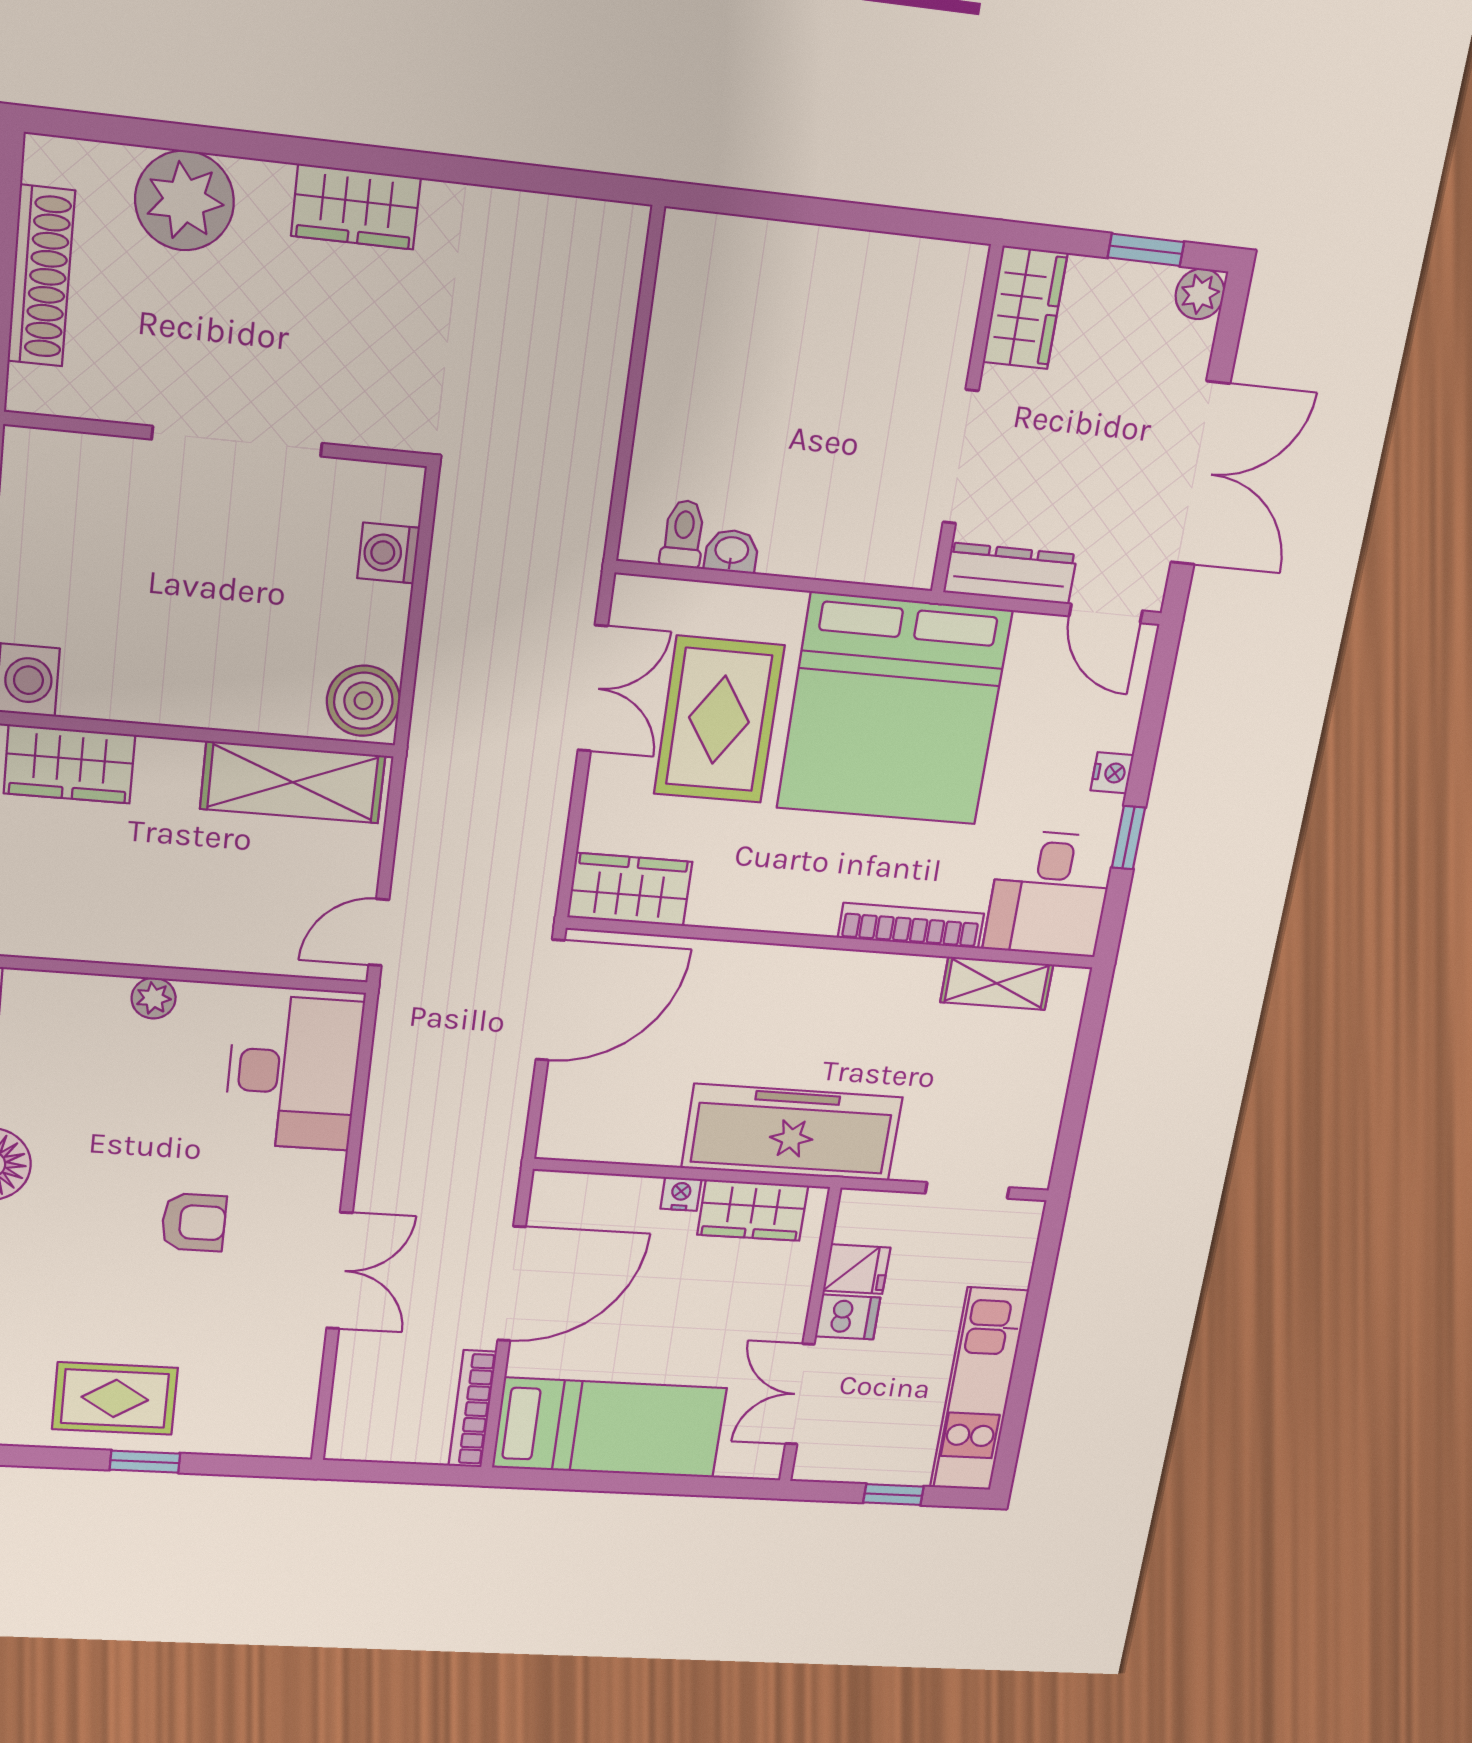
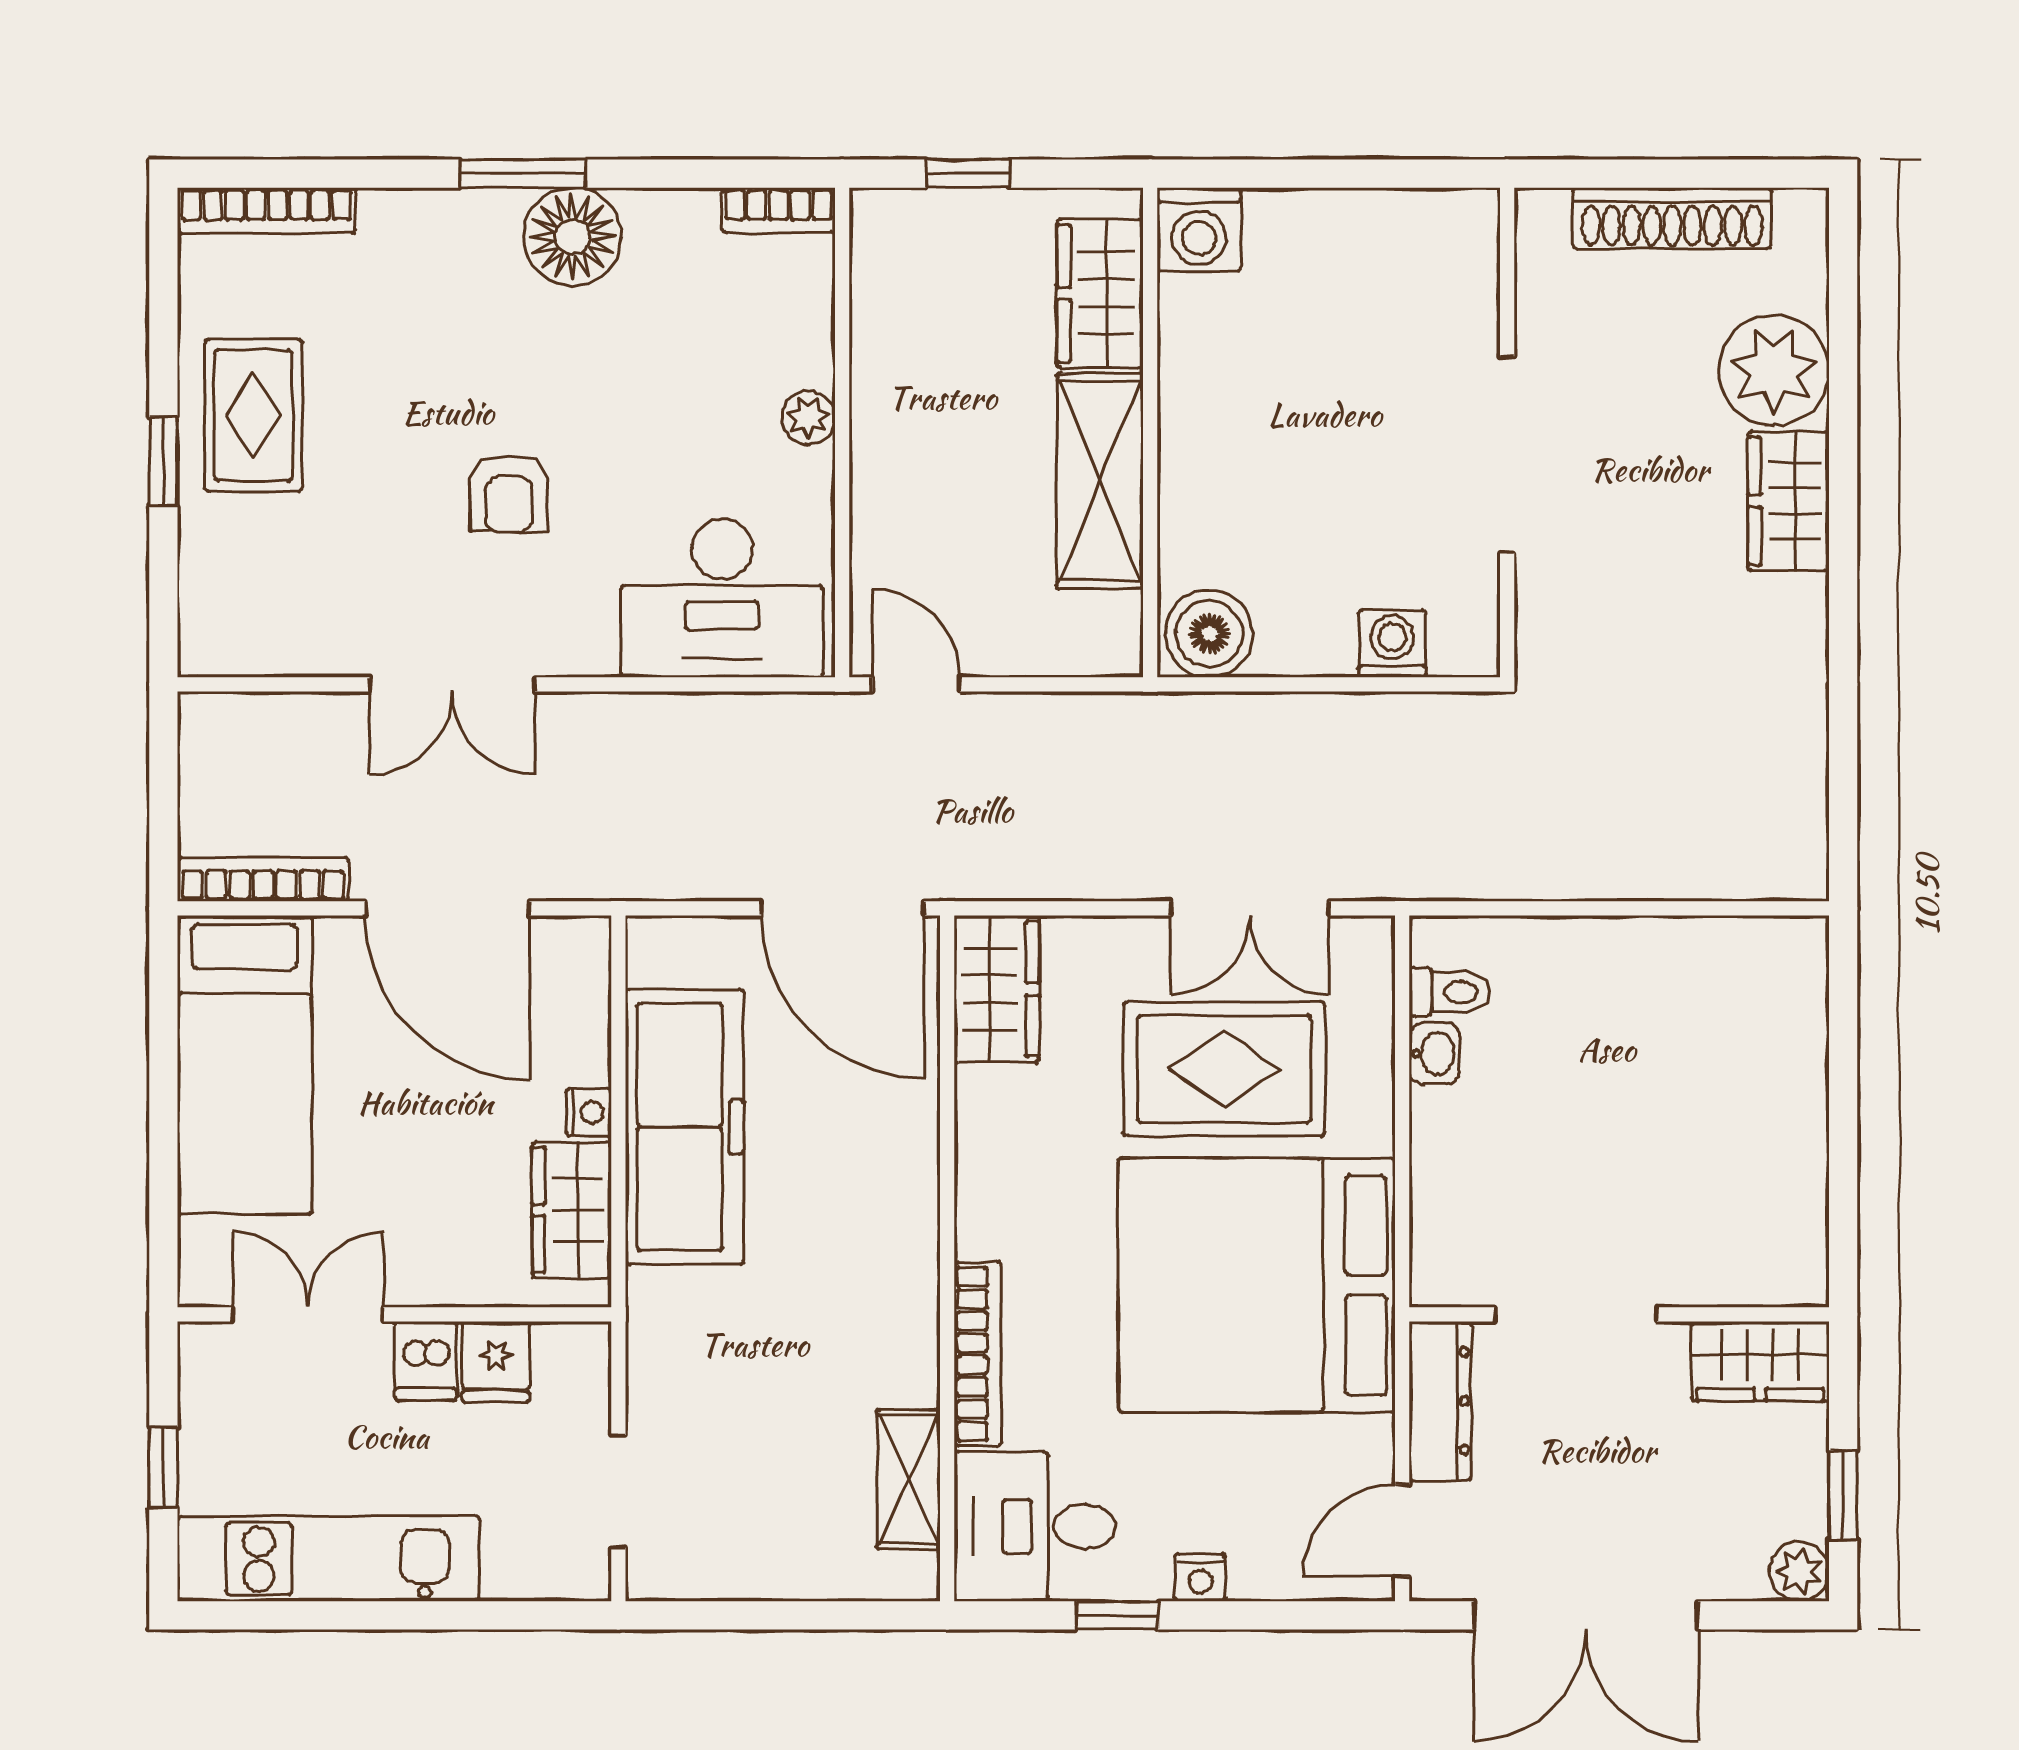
wardrobe: (356, 207) -> (1789, 501), moved
shelving: (293, 782) -> (1100, 481), moved
freezer: (792, 1133) -> (684, 1127), moved

